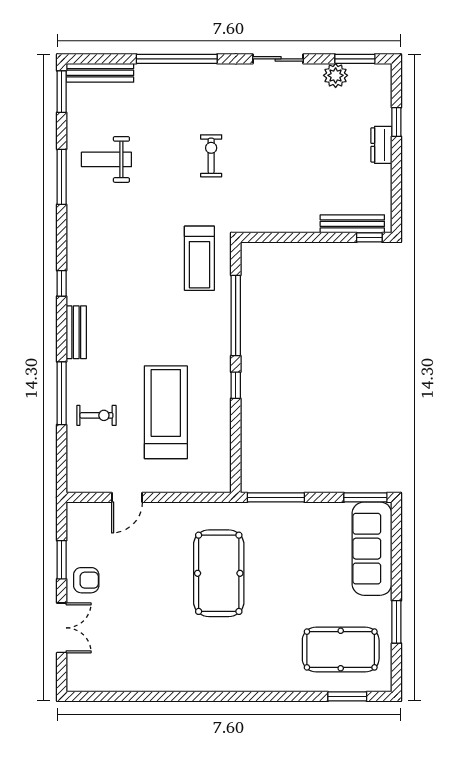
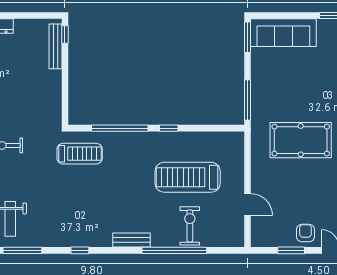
window: (62, 283) -> (80, 250), moved
window: (62, 393) -> (174, 250), width x1.46
exercise bike: (96, 415) -> (190, 226), width x1.38, depth x1.39

